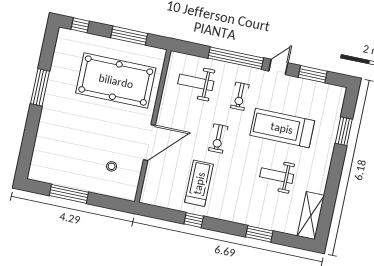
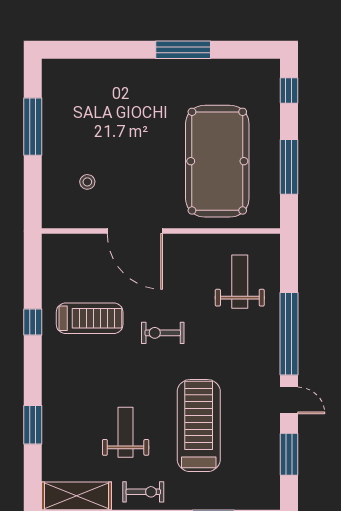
exercise bike: (240, 96) -> (143, 492), moved, turned 180

